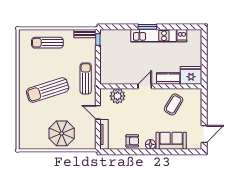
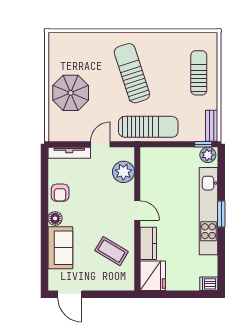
plant: (105, 36) -> (208, 155), added
kitchen unit: (154, 36) -> (209, 211), width x1.36
dishwasher: (182, 36) -> (209, 284), moved
sun lounger: (86, 78) -> (148, 127), width x1.36, depth x1.34

